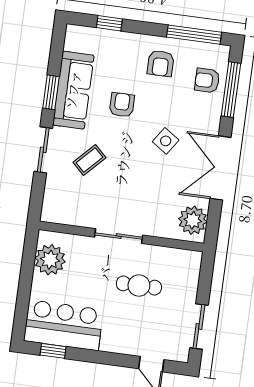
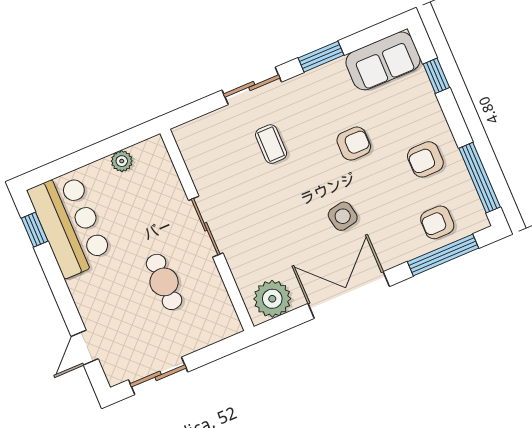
armchair: (207, 80) -> (437, 222), turned -90
sofa: (73, 90) -> (383, 61), moved, width x0.73
side table: (166, 141) -> (343, 216), turned 45
coffee table: (90, 160) -> (271, 144), turned 46
plant: (50, 260) -> (122, 161), width x0.53, depth x0.53

